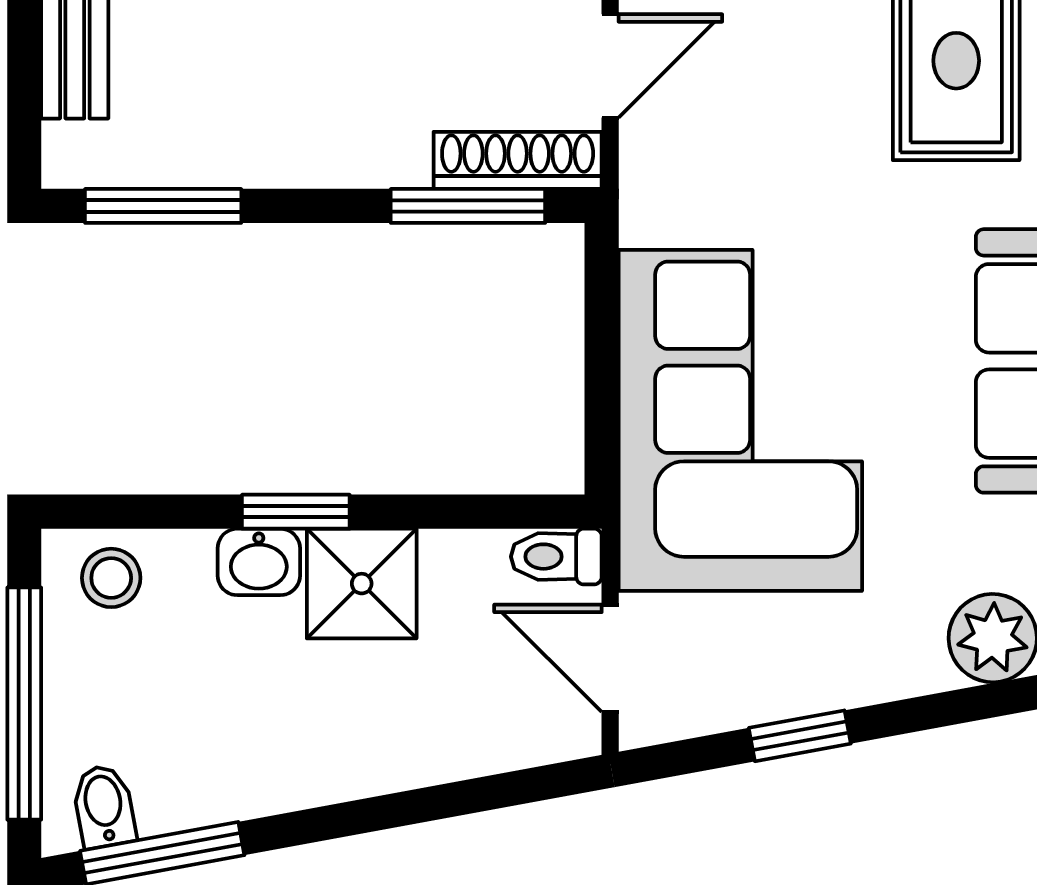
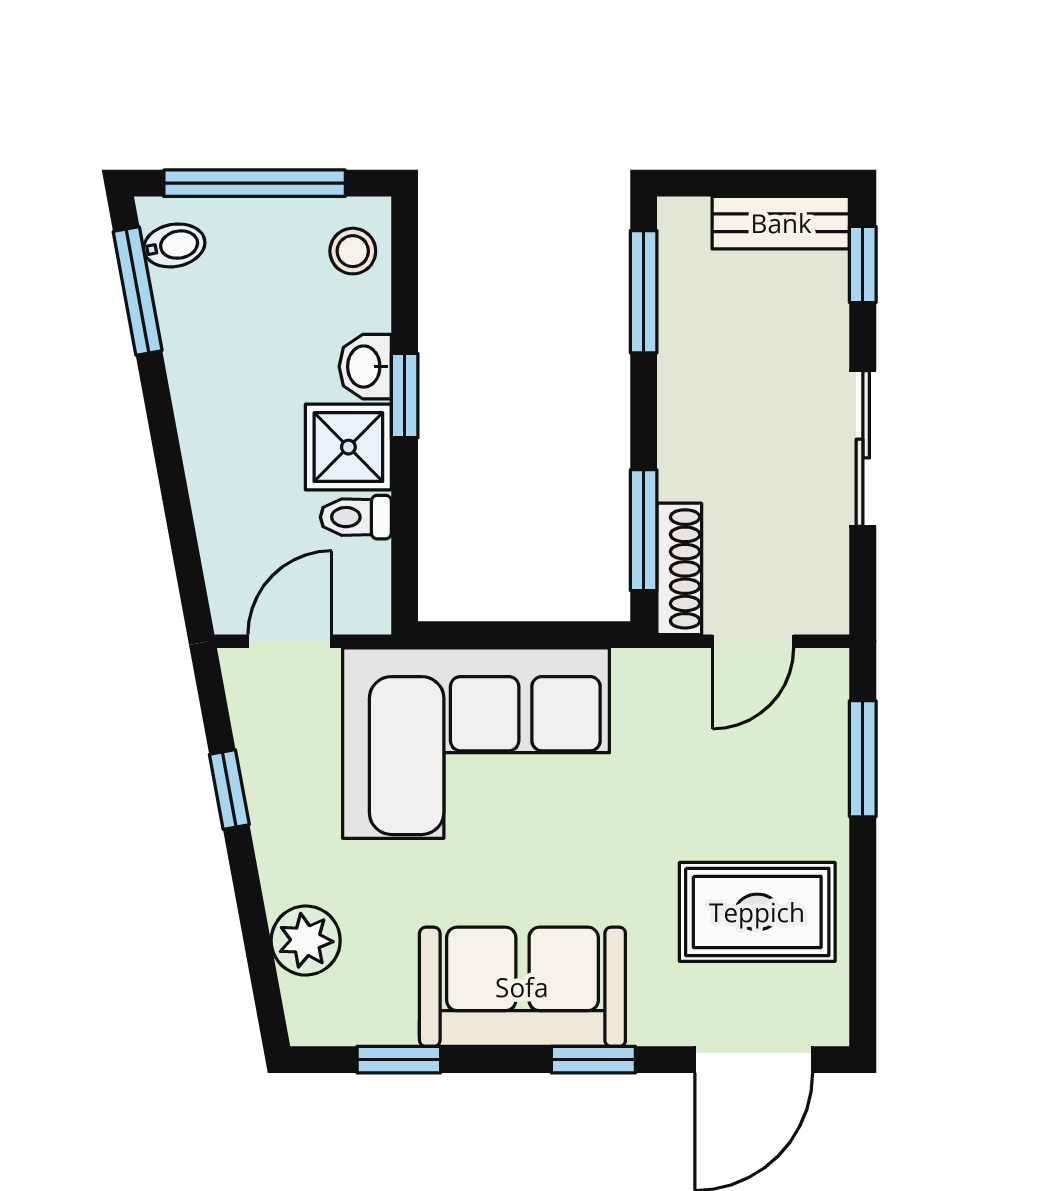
door: (610, 66) -> (753, 641), hinge flipped
toilet: (556, 557) -> (356, 517), moved, turned -90

